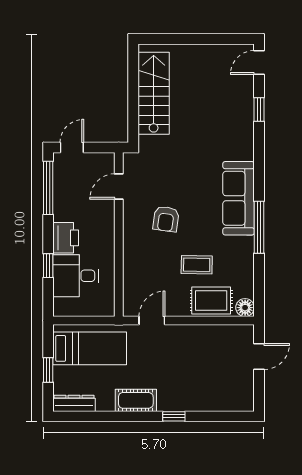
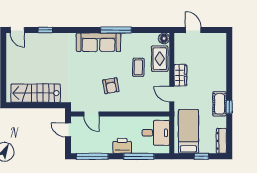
door: (72, 147) -> (68, 130), moved
armchair: (166, 219) -> (111, 86), turned 72
window: (48, 266) -> (139, 156), width x2.17
desk: (76, 276) -> (156, 133), moved, turned -90
wardrobe: (184, 335) -> (180, 75), added
window: (174, 416) -> (229, 107), moved

